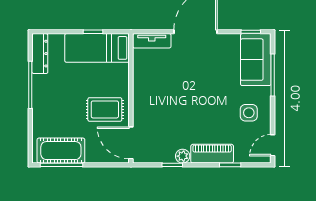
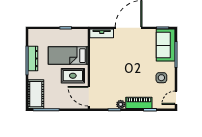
bed: (97, 48) -> (68, 56), moved
dresser: (40, 54) -> (33, 59), moved
cot: (61, 151) -> (36, 94), moved, turned 90

